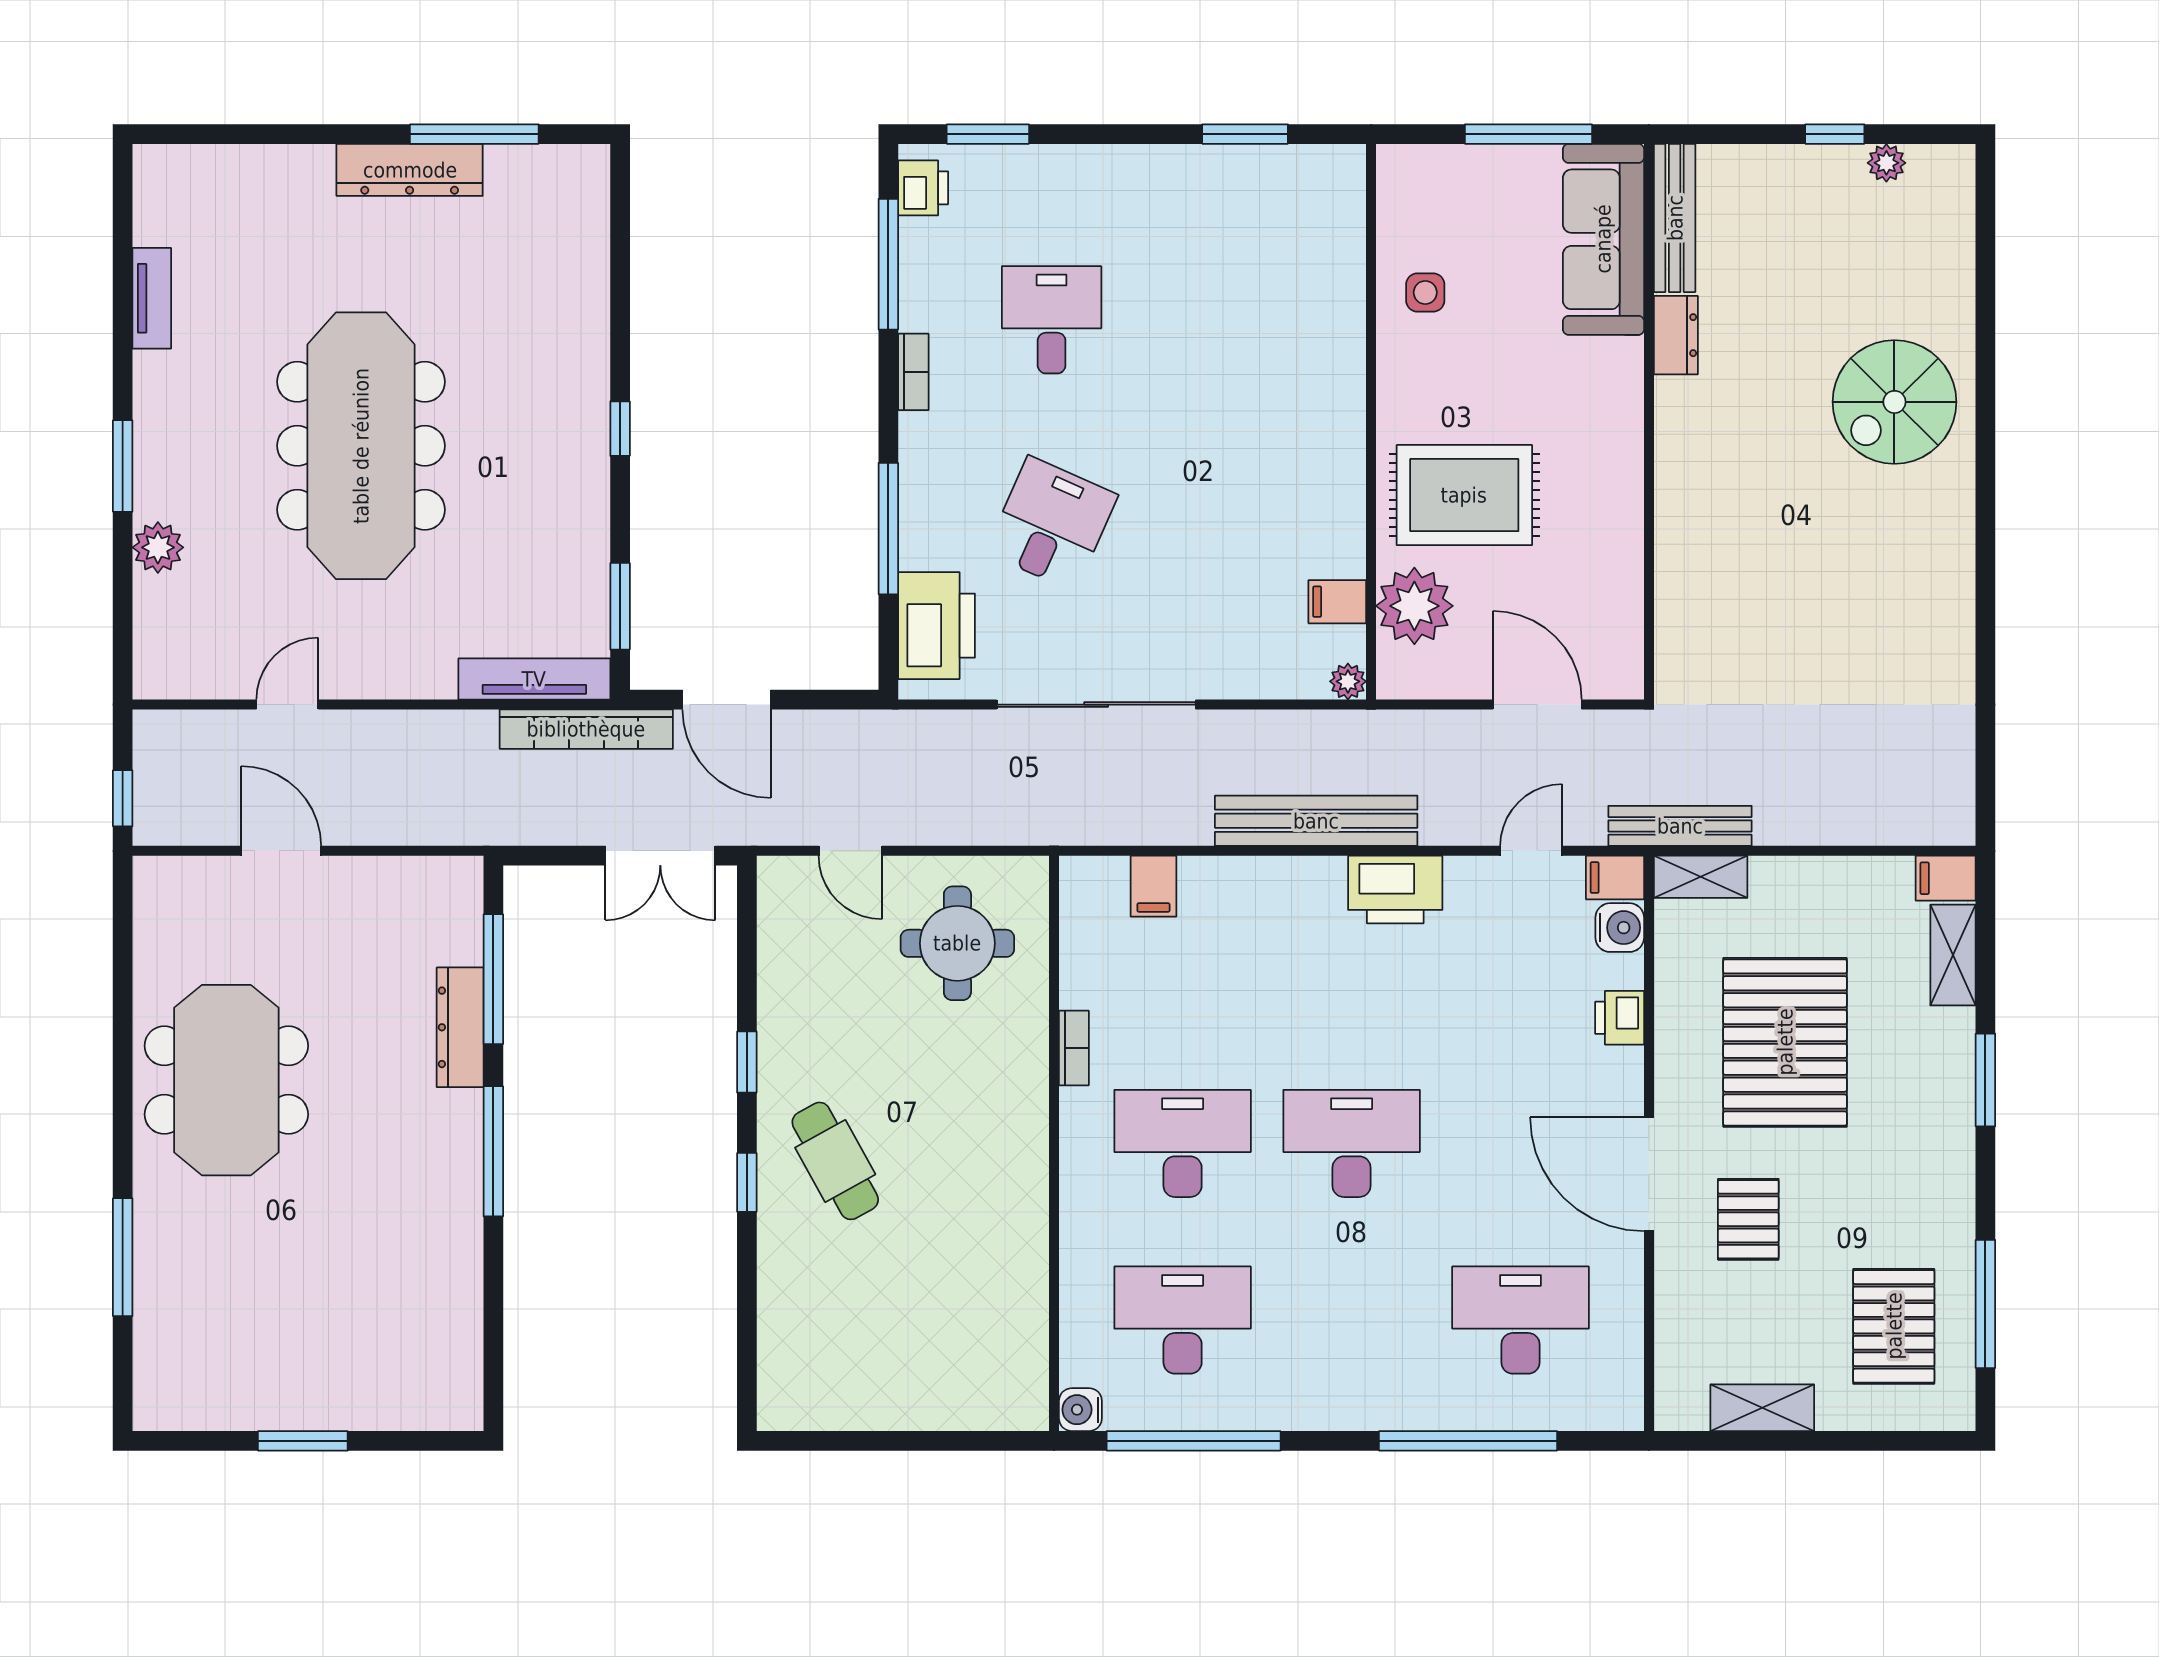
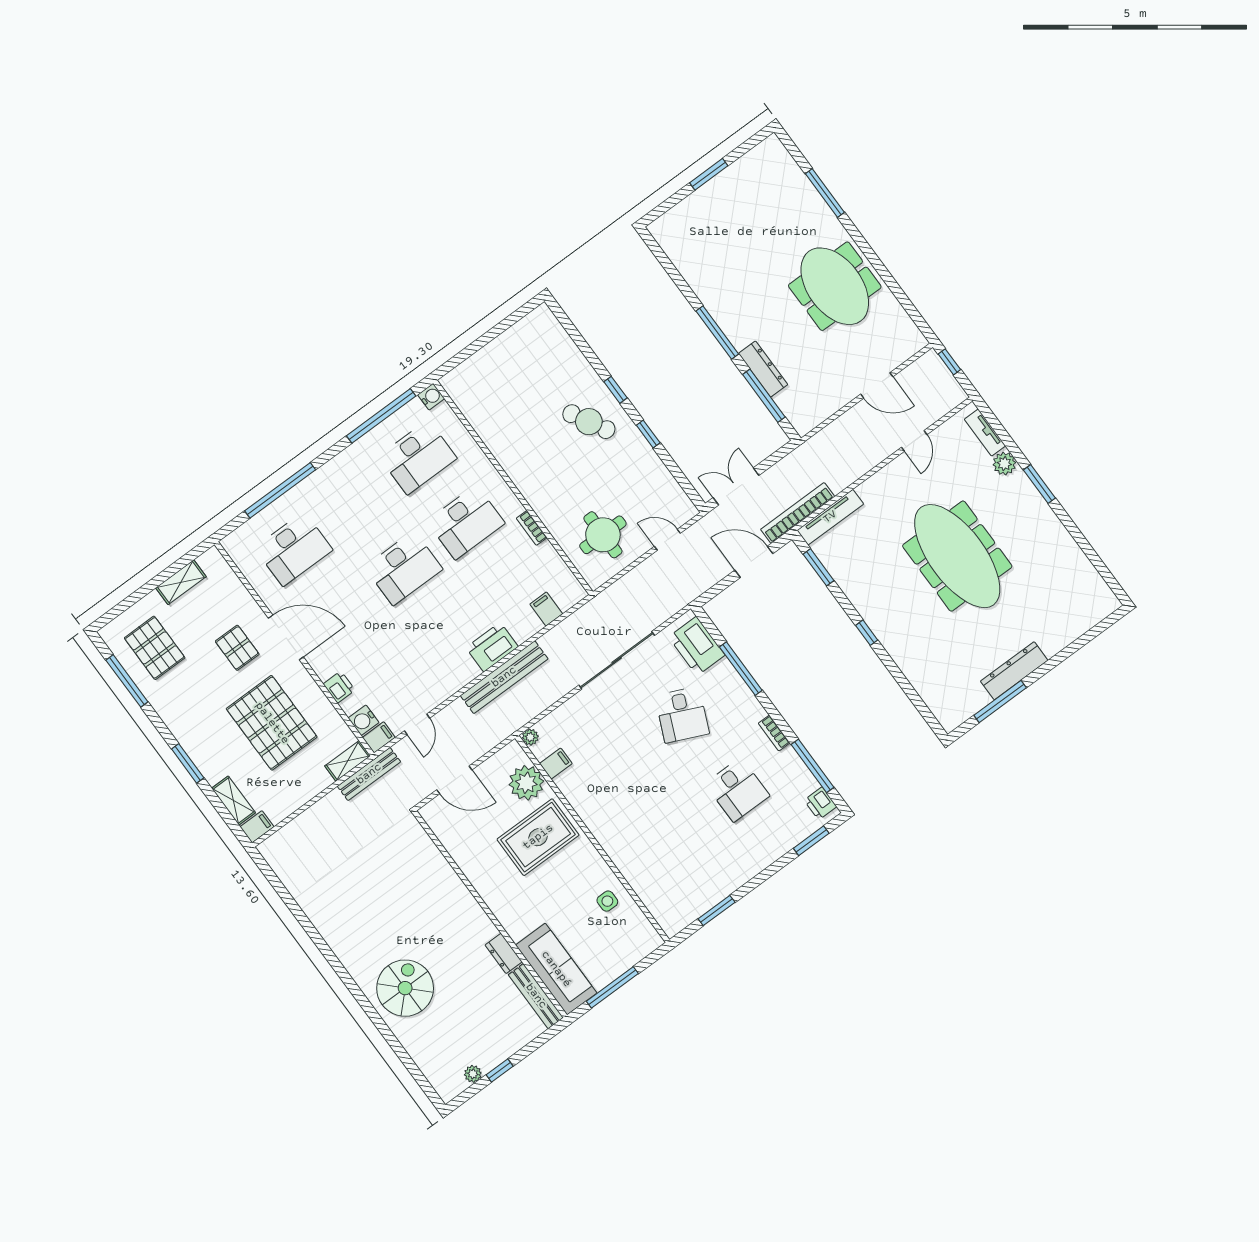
tv unit: (152, 298) -> (985, 433), moved
printer: (1395, 890) -> (492, 647), moved

